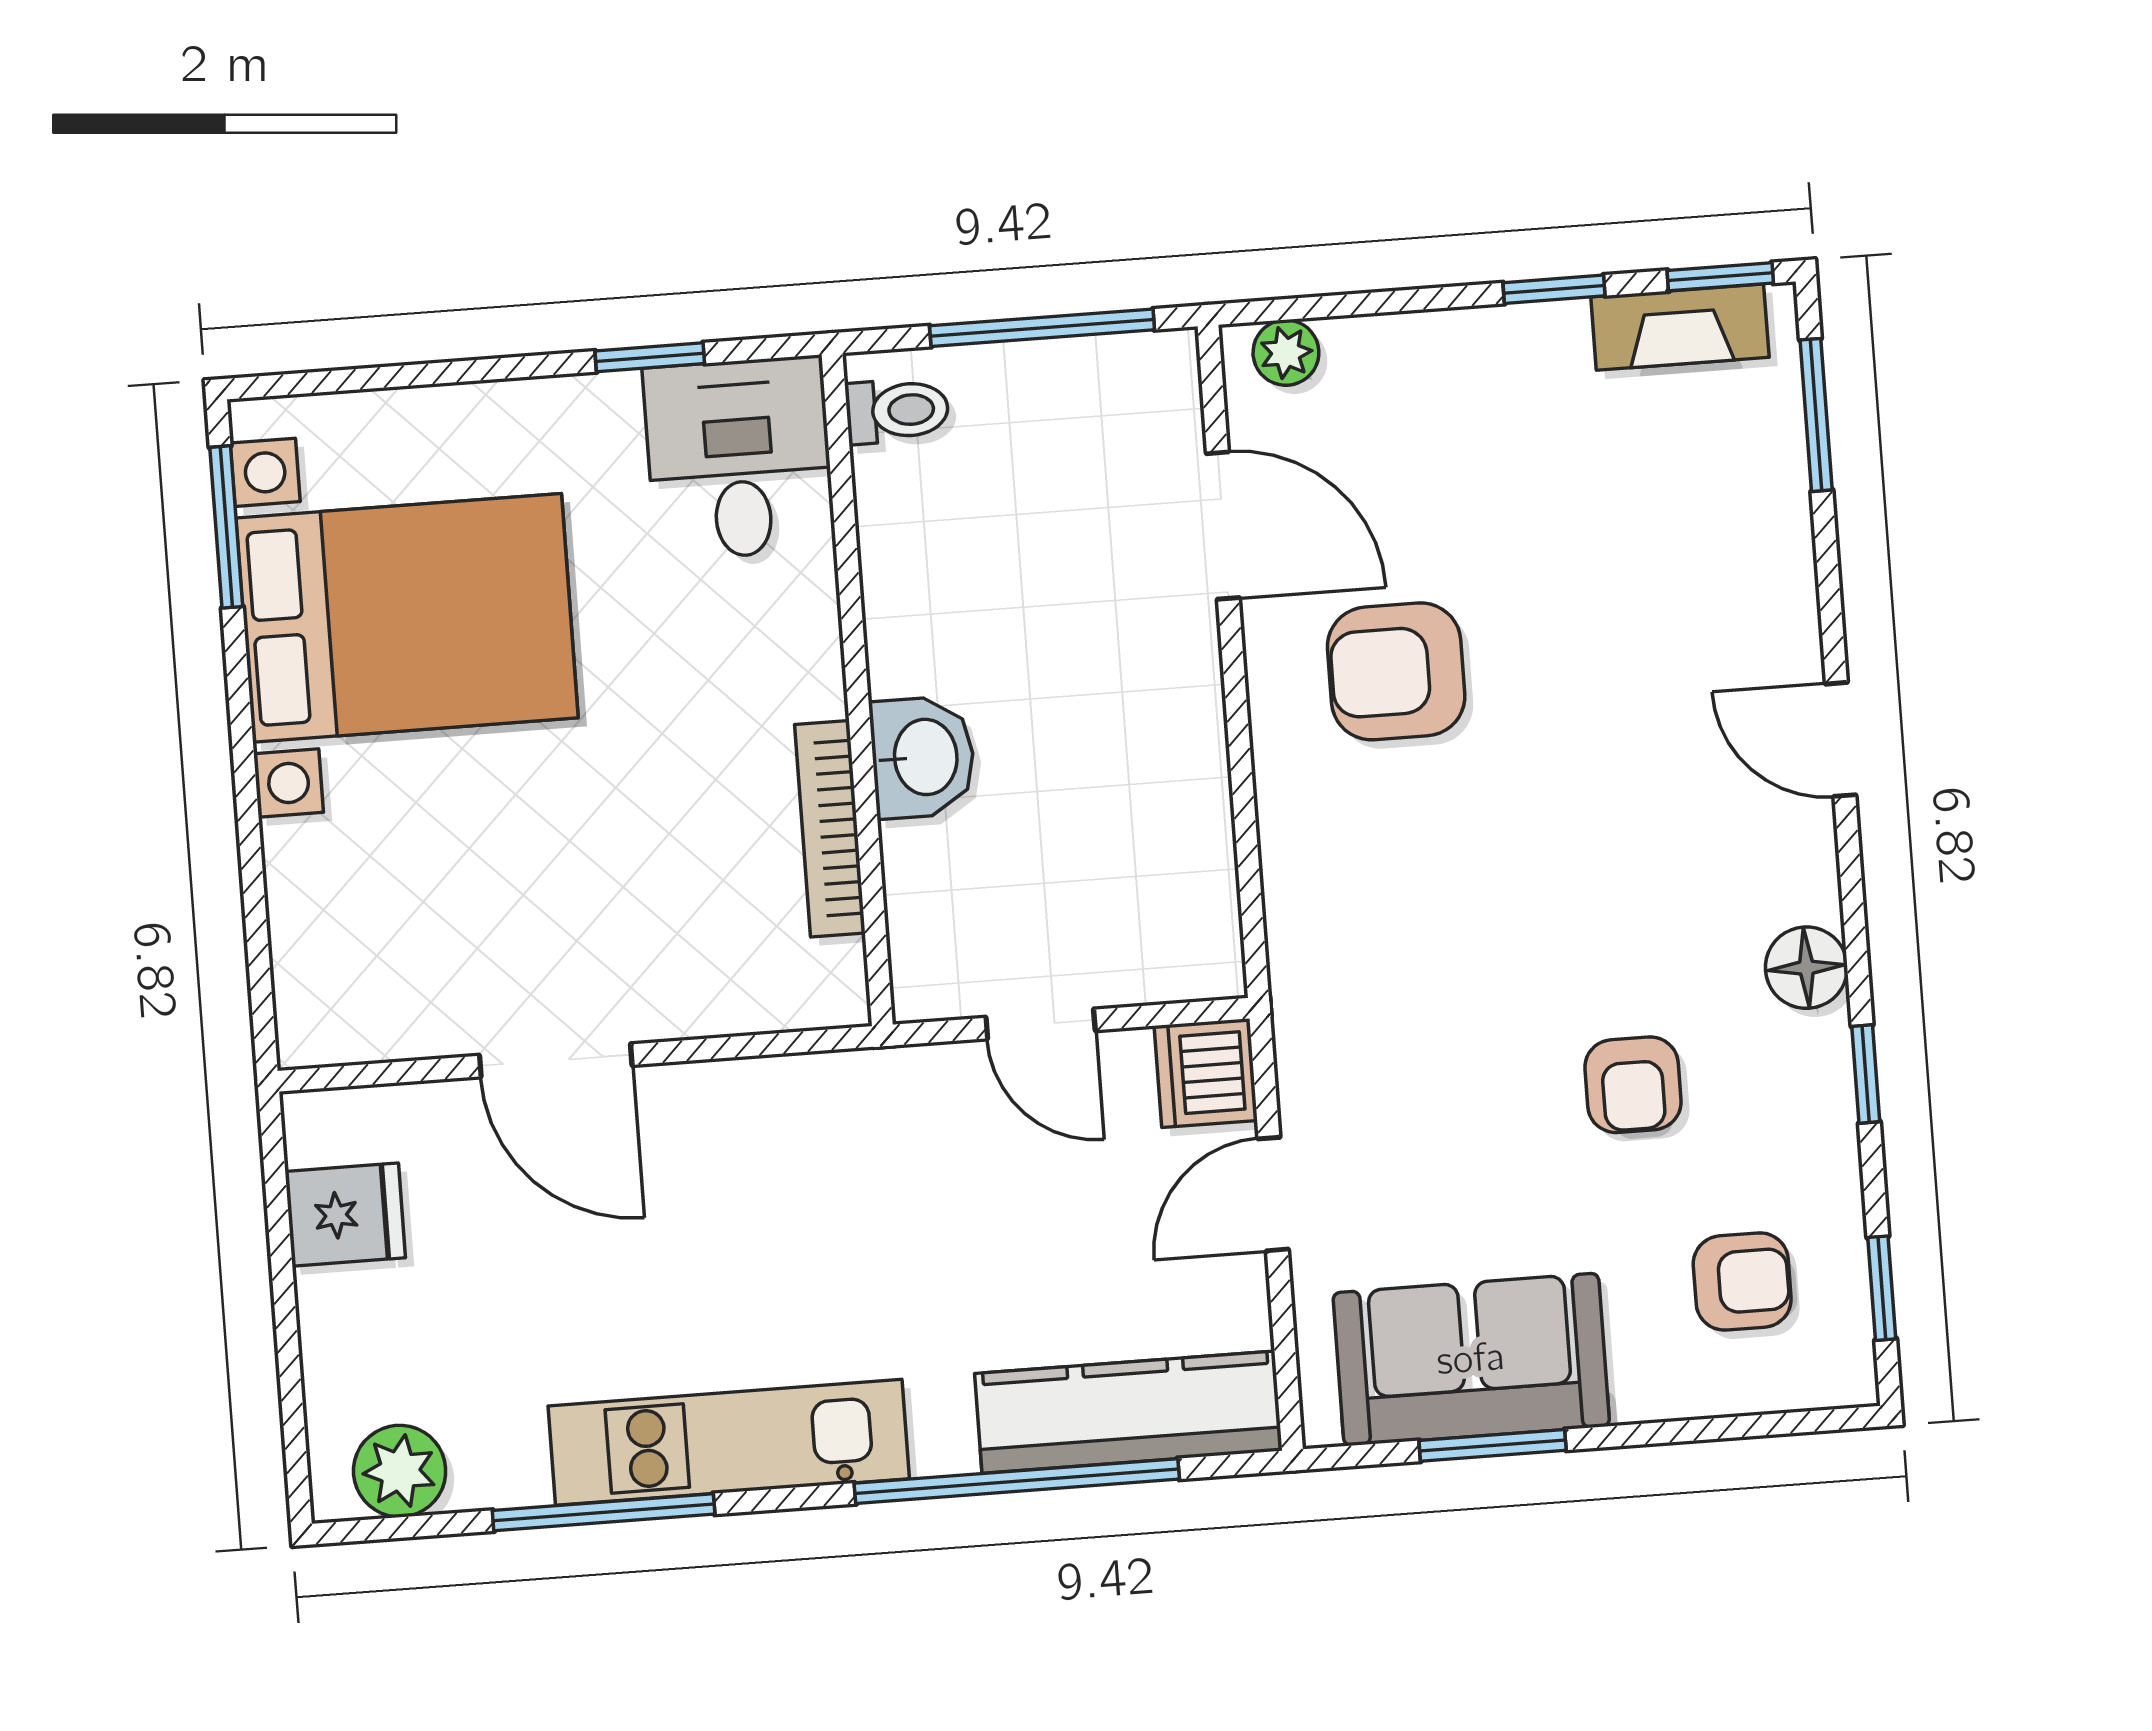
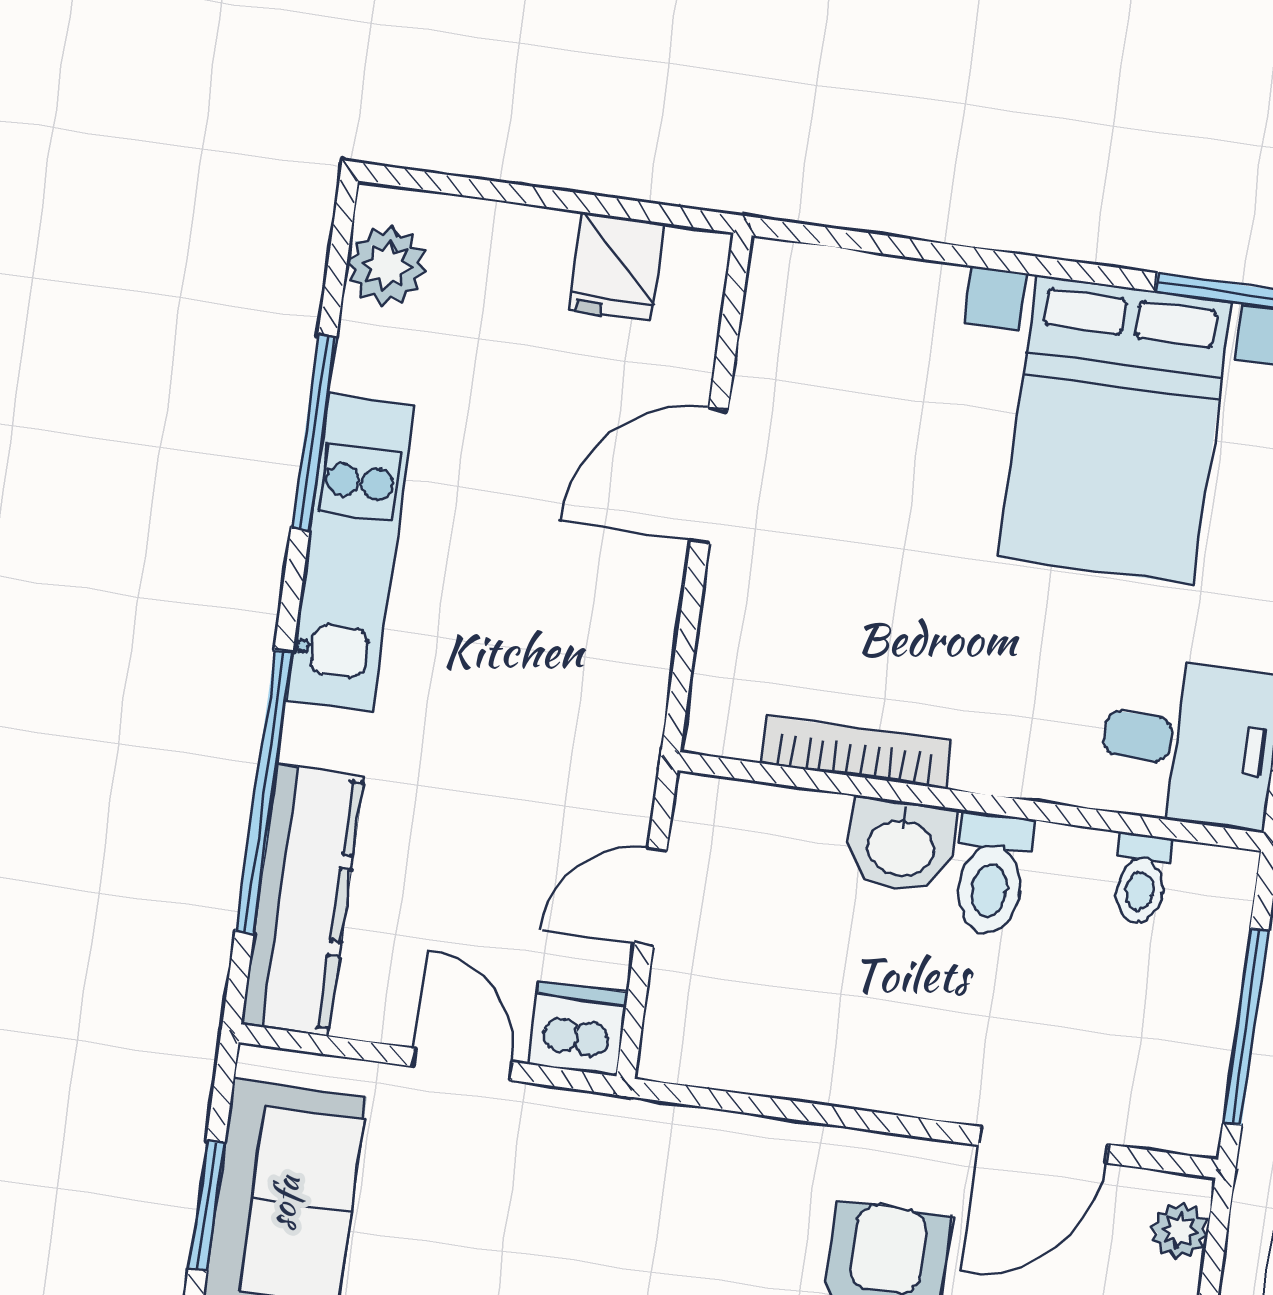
toilet: (897, 411) -> (1141, 879), moved
toilet: (933, 649) -> (991, 874), added

